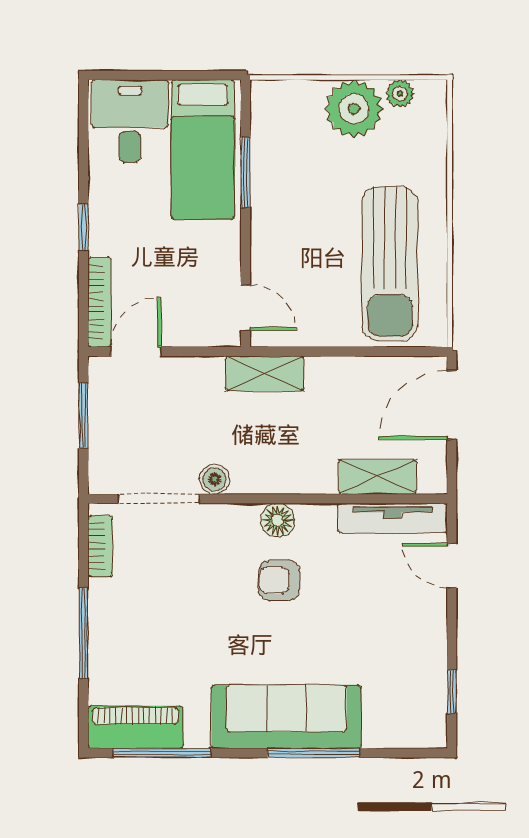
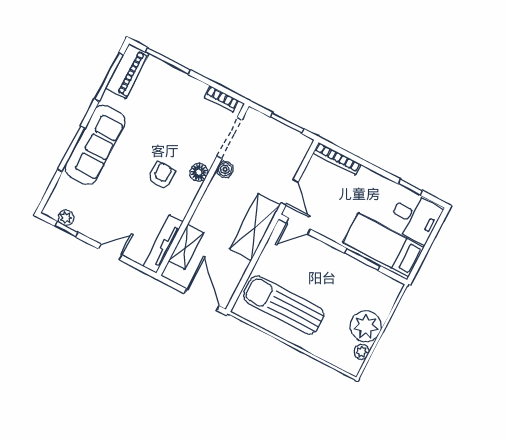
window: (83, 227) -> (410, 187), moved
door: (136, 351) -> (290, 192), moved
shelving: (265, 374) -> (255, 227), width x1.50, depth x1.33
floor lamp: (278, 520) -> (199, 172), moved
door: (452, 566) -> (110, 252), moved
window: (83, 633) -> (168, 61), moved
plant: (433, 702) -> (66, 218), added

